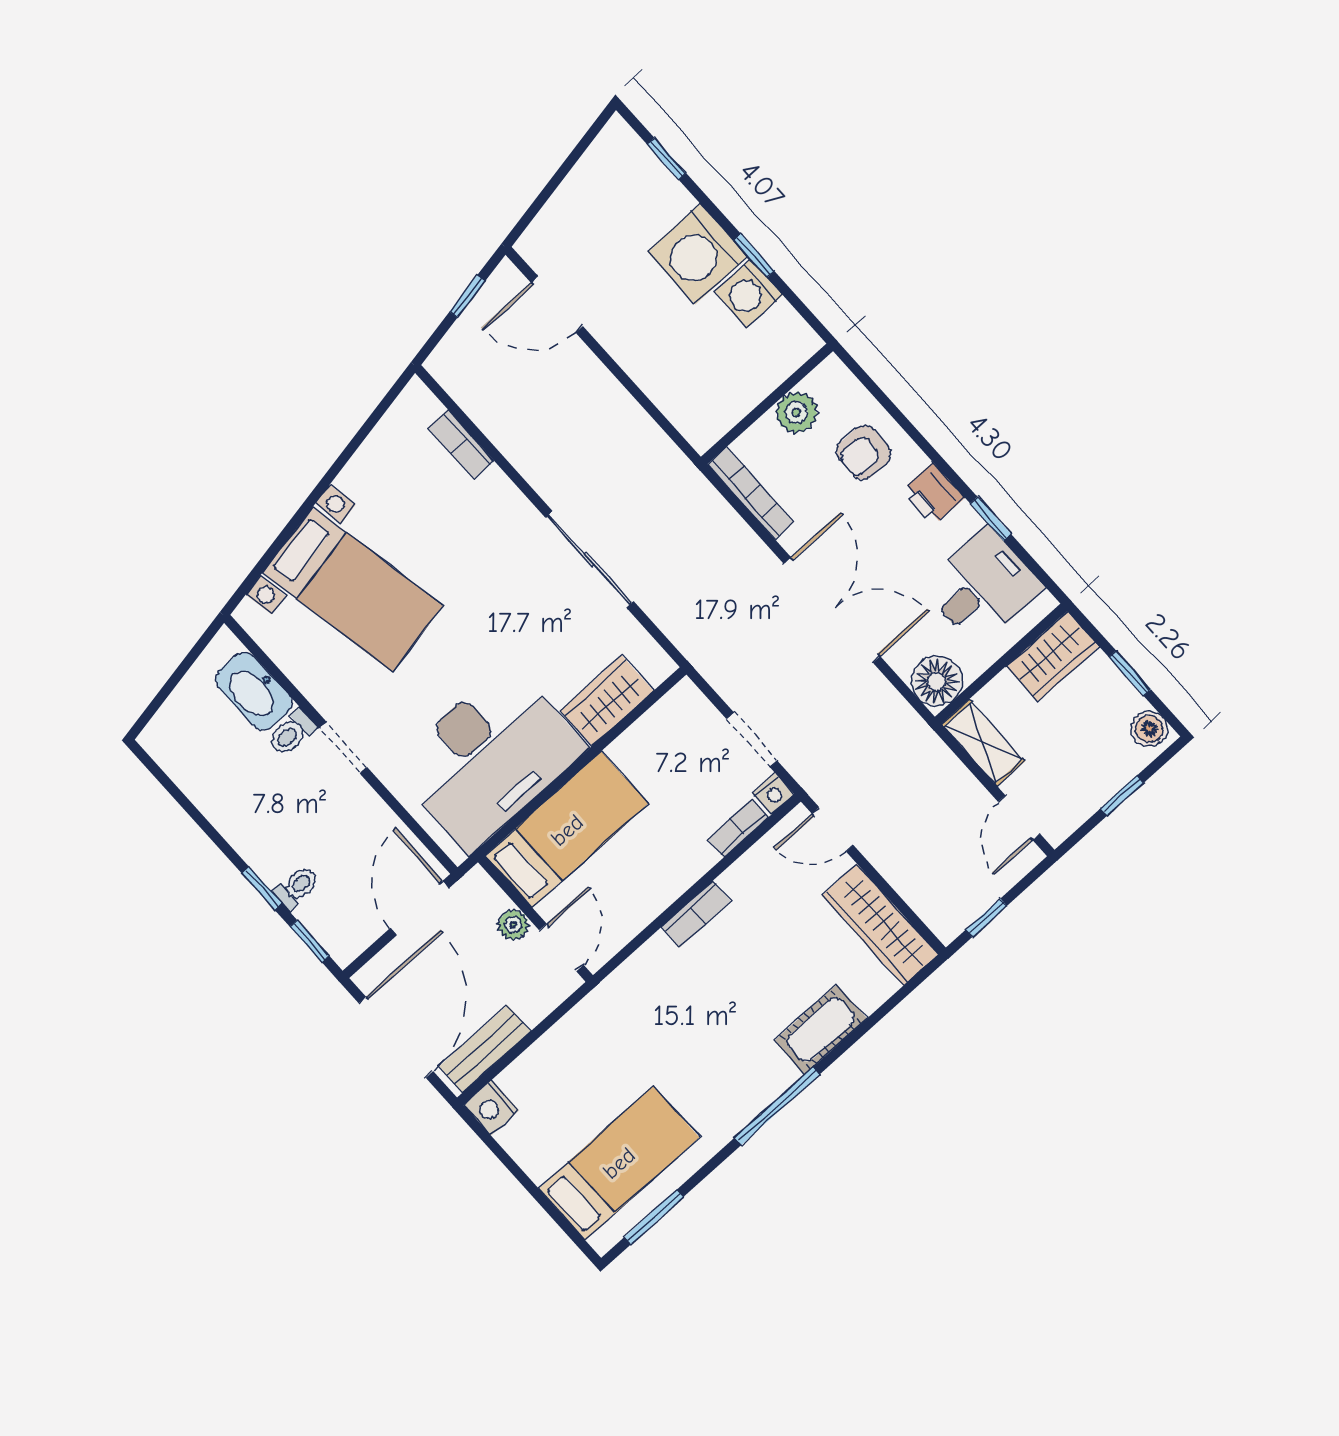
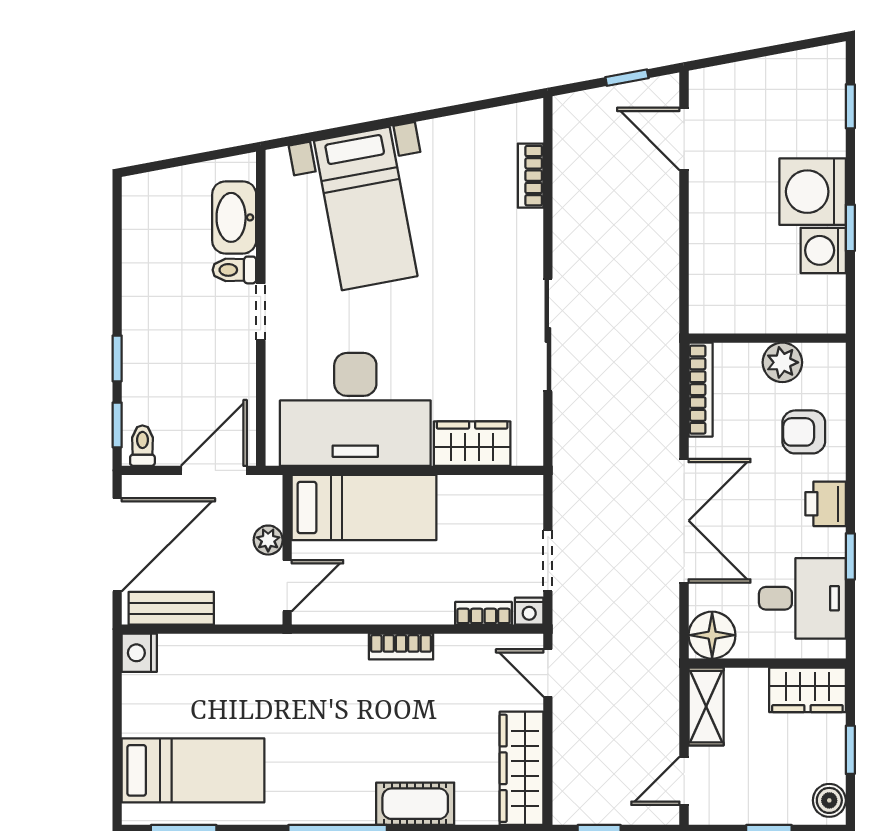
toilet: (297, 887) -> (142, 446), moved, turned -90

